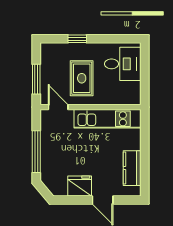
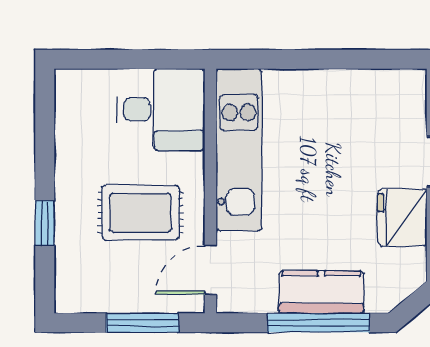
desk: (123, 64) -> (161, 110), moved, turned 90
kitchen counter: (132, 168) -> (321, 292), moved, turned 180

